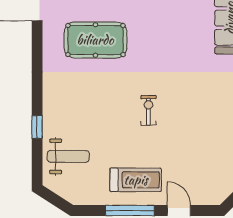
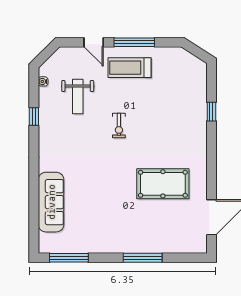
weight bench: (68, 156) -> (78, 96), moved, turned -90

